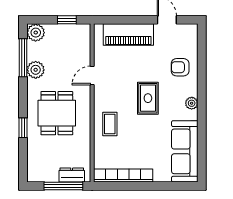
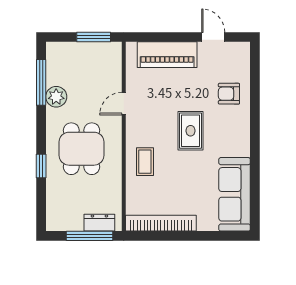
window: (67, 20) -> (94, 37), width x1.50
plant: (36, 33) -> (56, 52), removed
plant: (192, 103) -> (243, 137), removed

